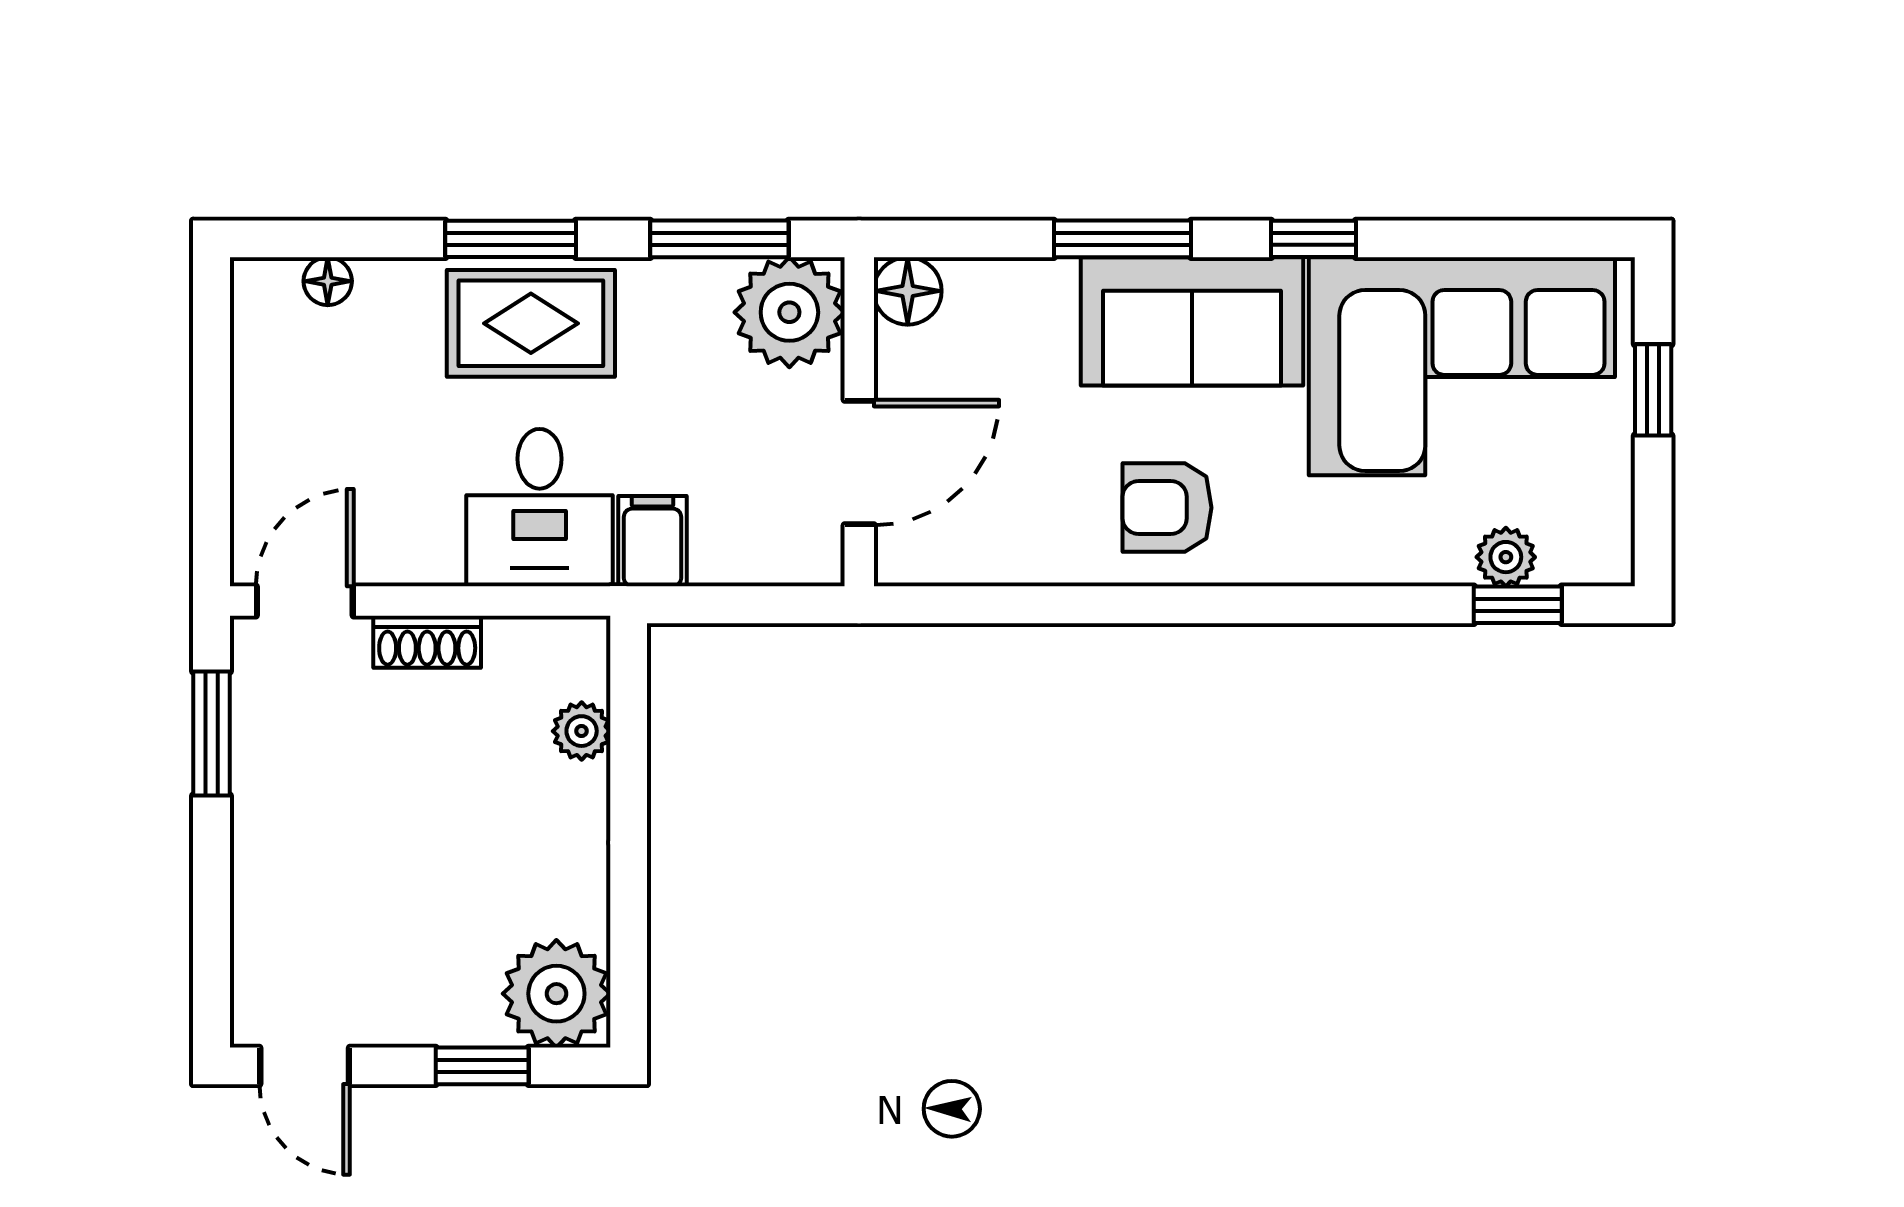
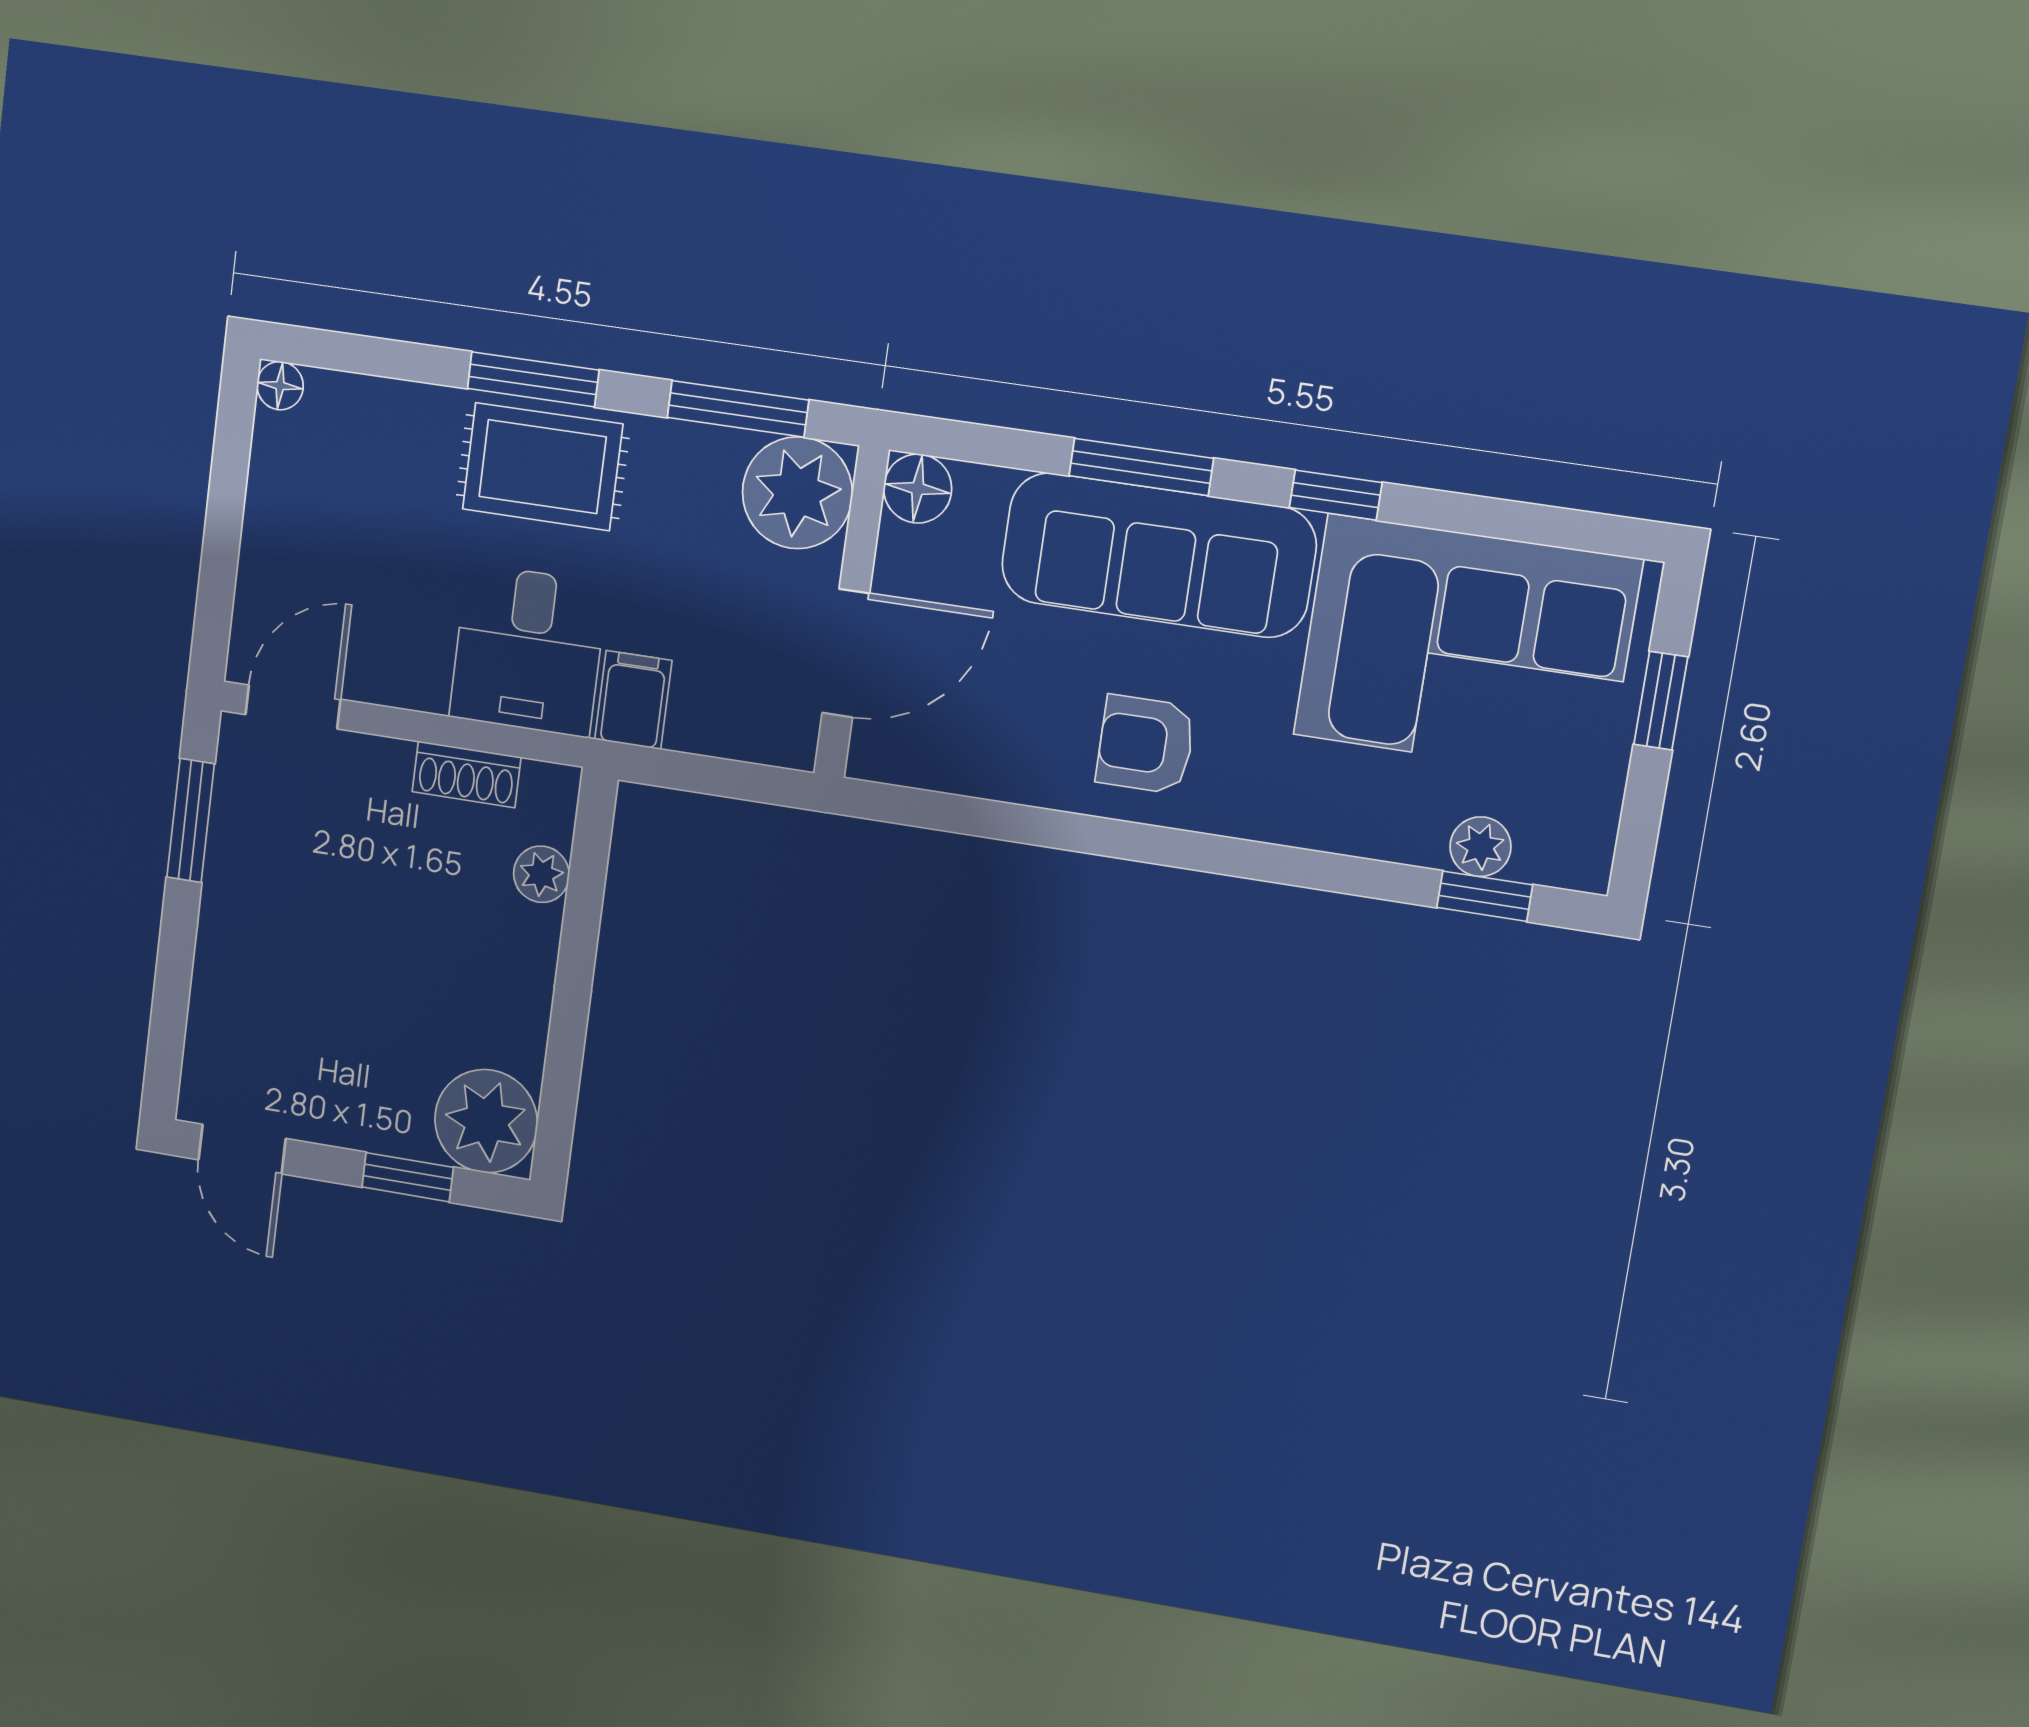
floor lamp: (328, 281) -> (280, 386), moved
sofa: (1192, 321) -> (1158, 555), width x1.36
shoe rack: (427, 642) -> (467, 774), moved

